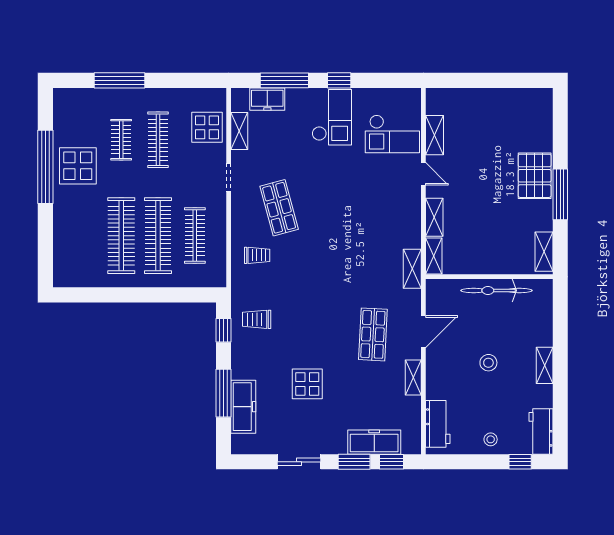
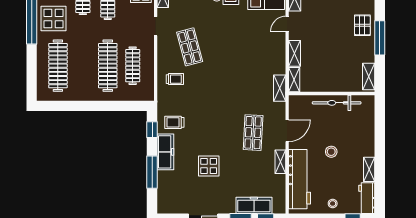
door: (423, 174) -> (287, 24), swing flipped
pallet: (535, 176) -> (362, 25), width x0.67, depth x0.71
clothes rail: (121, 236) -> (58, 66), moved
shelving: (545, 365) -> (369, 169), moved
freezer: (243, 407) -> (165, 152), moved
workbench: (438, 424) -> (300, 179), width x1.88, depth x1.32

